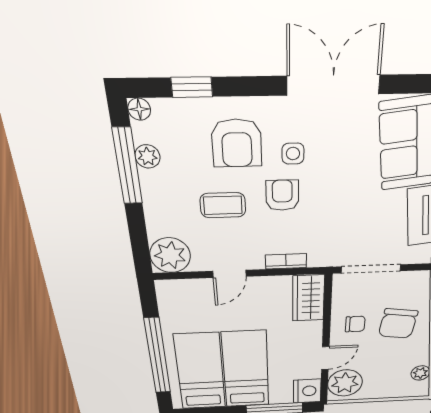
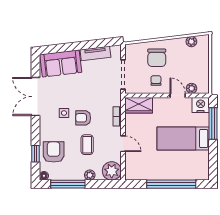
armchair: (237, 143) -> (54, 152), moved, turned -90
plant: (147, 156) -> (90, 175), moved
chair: (398, 324) -> (157, 58), turned 82
bed: (200, 372) -> (183, 163), removed
plant: (345, 383) -> (192, 88), width x0.53, depth x0.53

